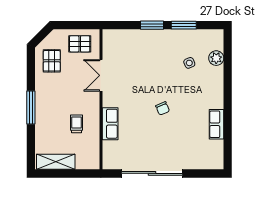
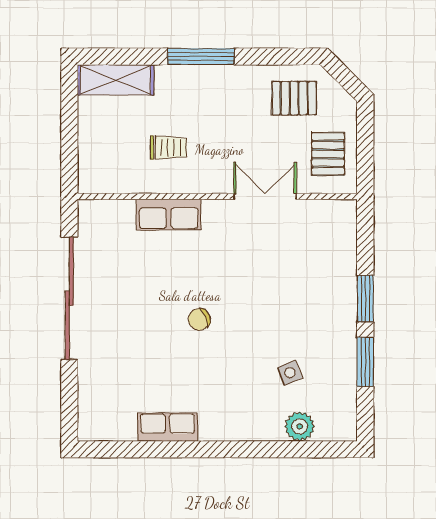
shelving: (56, 162) -> (116, 80), moved, turned 90

